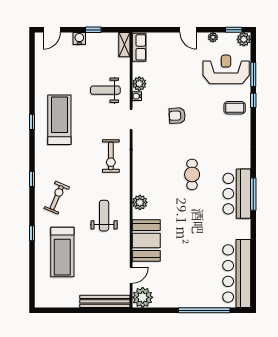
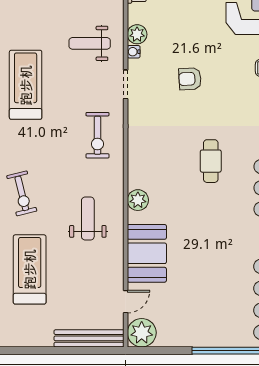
exercise bike: (57, 198) -> (22, 193), turned 143
treadmill: (62, 252) -> (30, 269), turned 180

